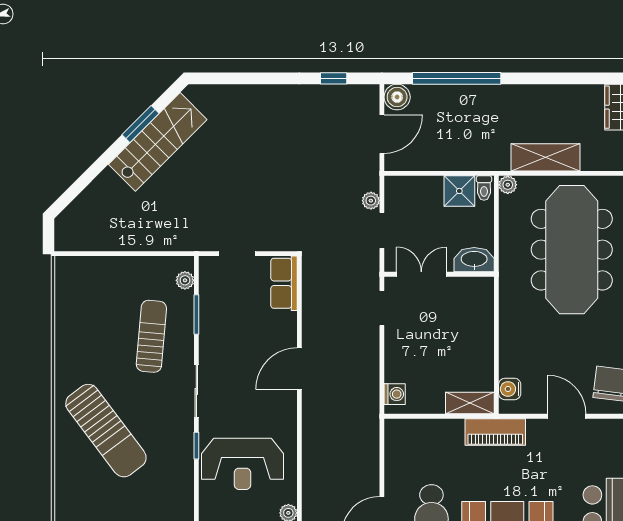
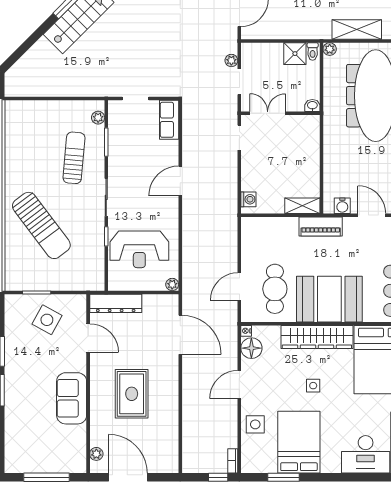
washbasin: (474, 260) -> (312, 106), width x0.52, depth x0.69
water cooler: (510, 389) -> (342, 206), moved, turned -90

